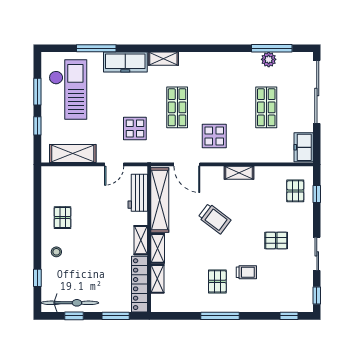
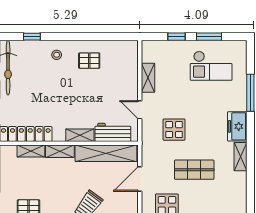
freezer: (125, 62) -> (237, 126), width x0.71
checkout: (68, 90) -> (211, 66), width x0.73, depth x0.83
shelving: (73, 153) -> (148, 78), width x0.67, depth x0.75
shelving: (141, 240) -> (80, 135), moved

